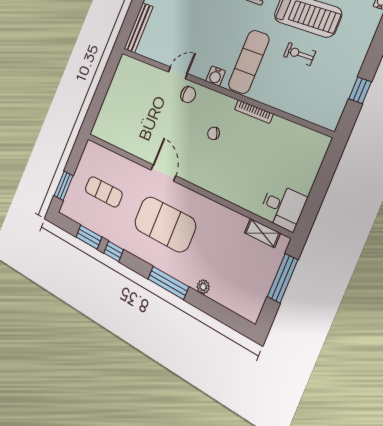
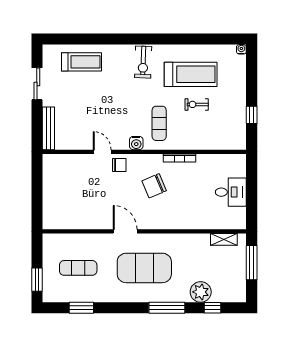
exercise mat: (249, 62) -> (159, 123), width x0.73, depth x0.69
door: (178, 73) -> (102, 152), hinge flipped
chair: (214, 133) -> (154, 186), width x1.87, depth x1.87
desk: (283, 207) -> (231, 192), moved
window: (114, 251) -> (212, 308), moved
plant: (203, 287) -> (201, 292), width x1.88, depth x1.88

